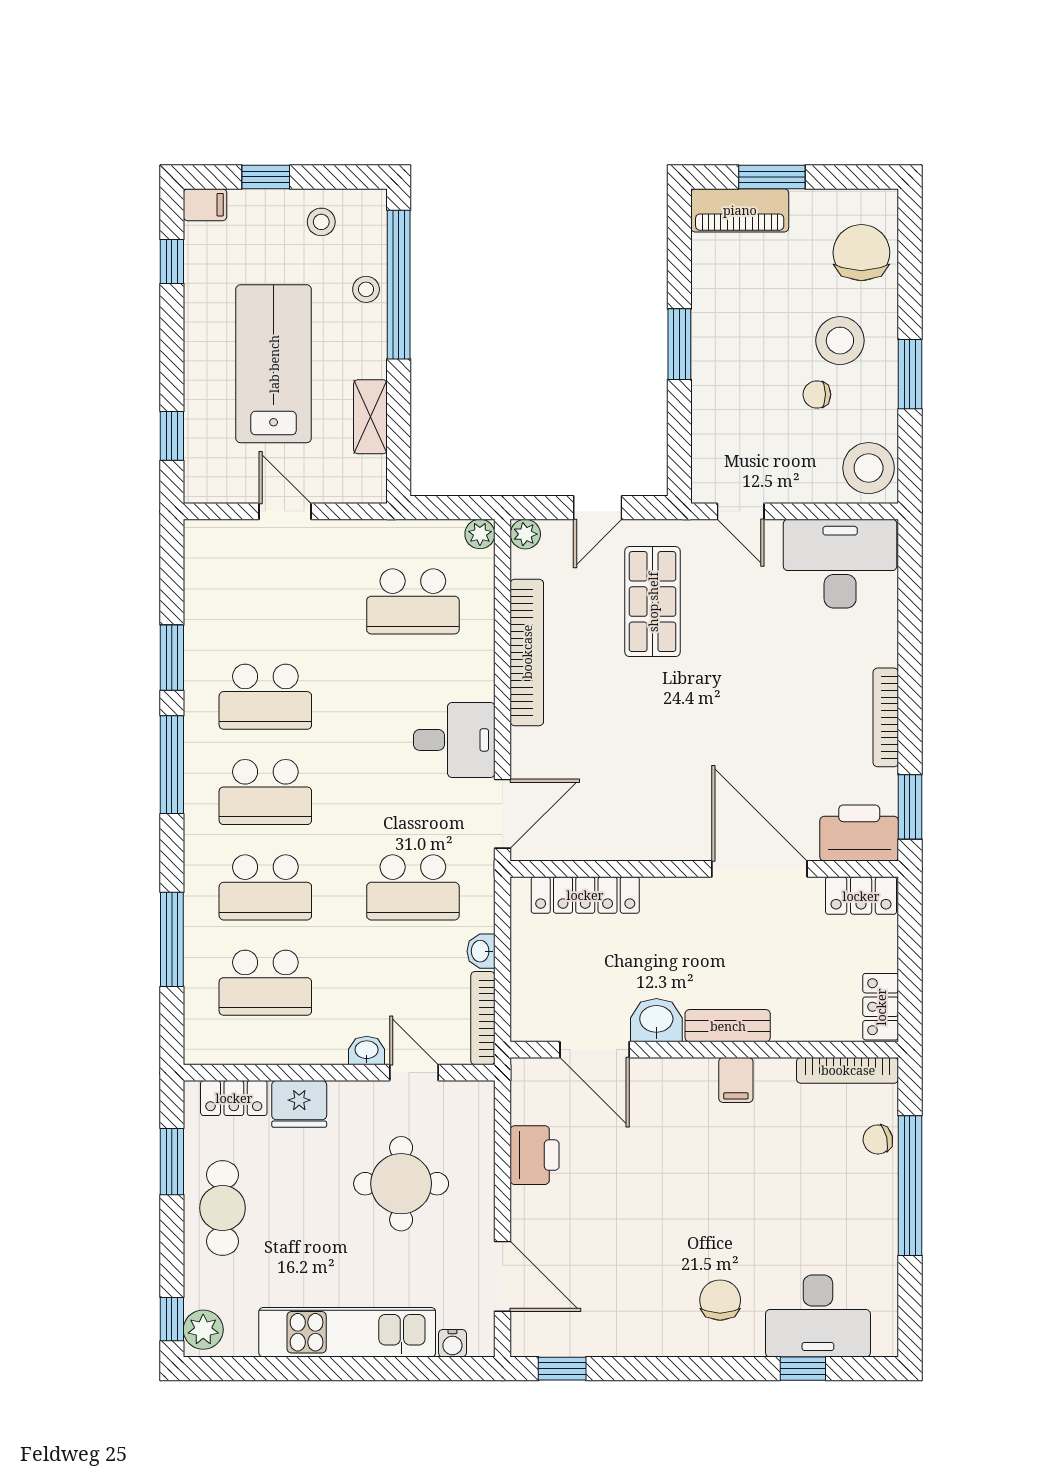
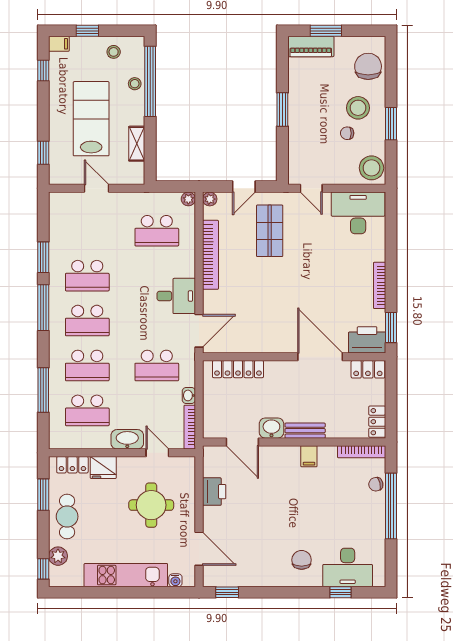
washbasin: (367, 1051) -> (127, 439), width x1.91, depth x1.45
plant: (203, 1330) -> (58, 556), moved

